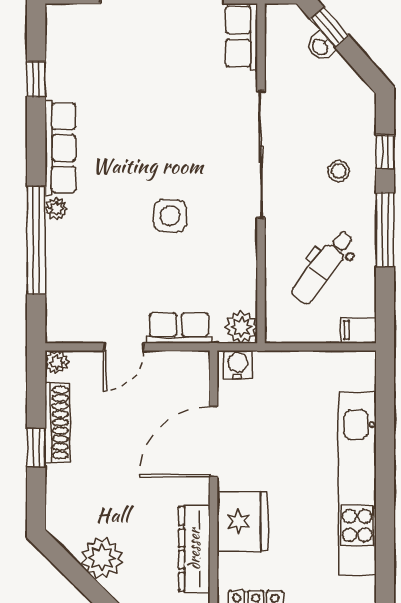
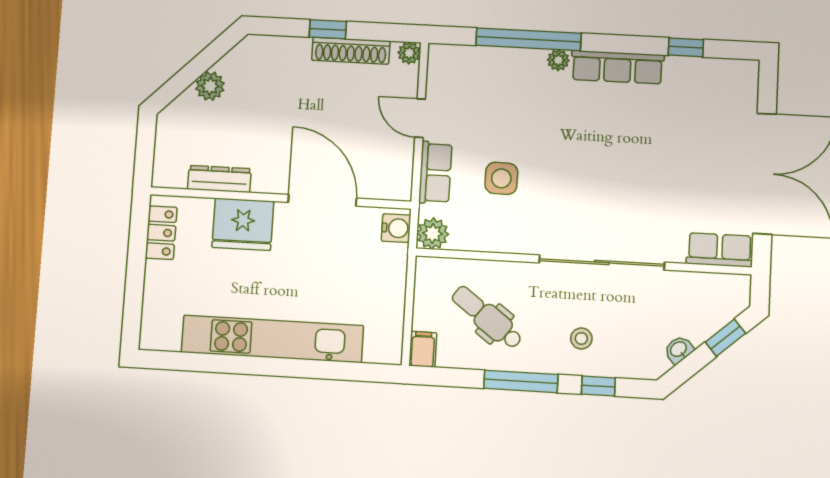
washbasin: (321, 46) -> (679, 350), moved
side table: (170, 216) -> (501, 178), moved
dresser: (194, 549) -> (219, 179), width x0.73, depth x0.80
plant: (102, 558) -> (210, 86), width x0.73, depth x0.73

